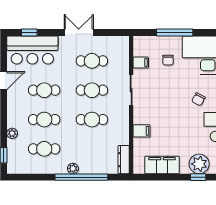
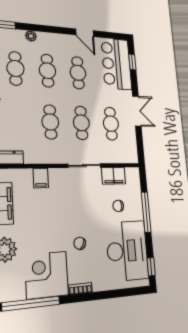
filing cabinet: (141, 62) -> (113, 176), width x2.00

